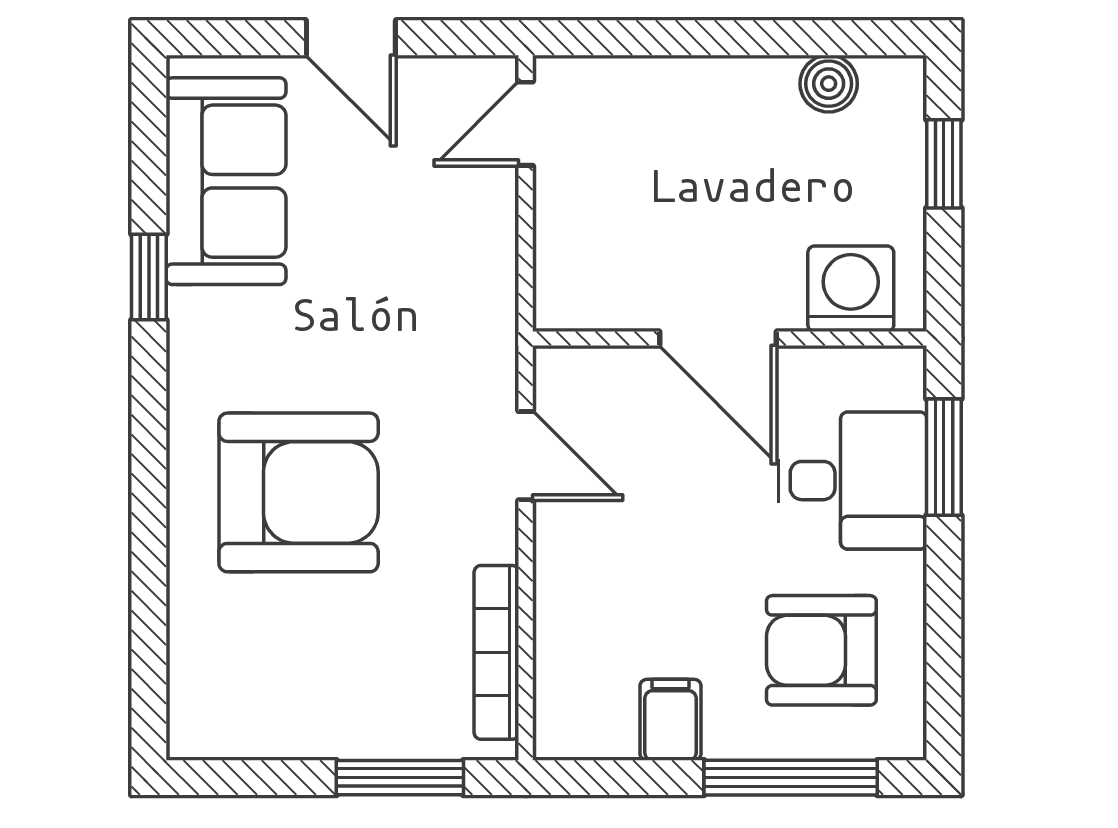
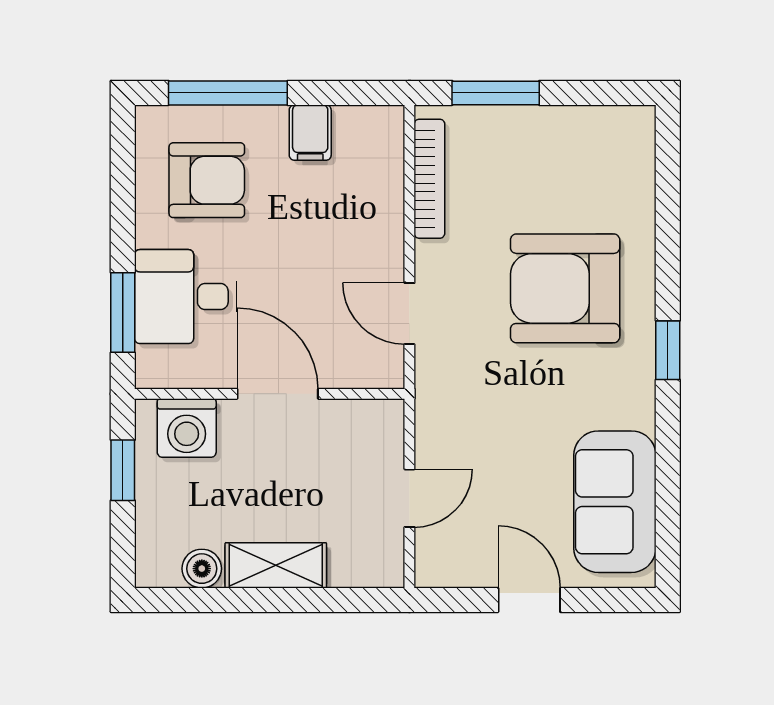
shelving: (721, 88) -> (276, 565), added
door: (526, 124) -> (409, 498), moved
window: (944, 164) -> (123, 470), moved
window: (149, 277) -> (668, 350), moved

